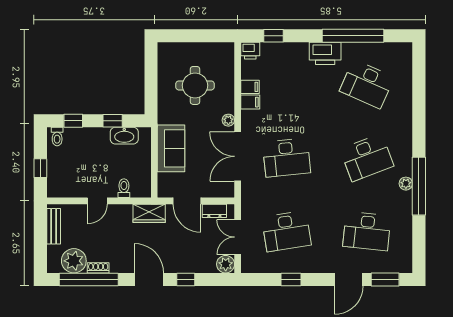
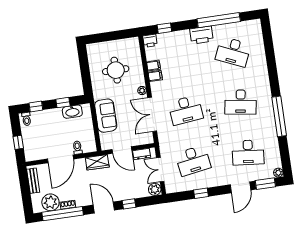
desk: (367, 158) -> (241, 102), turned 30
plant: (406, 184) -> (278, 173), moved
door: (97, 201) -> (60, 159), width x1.88

